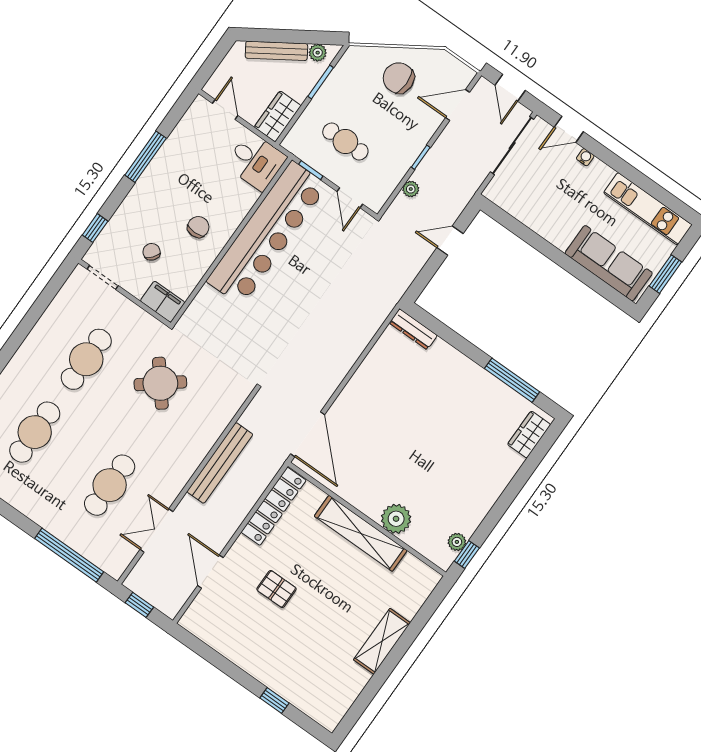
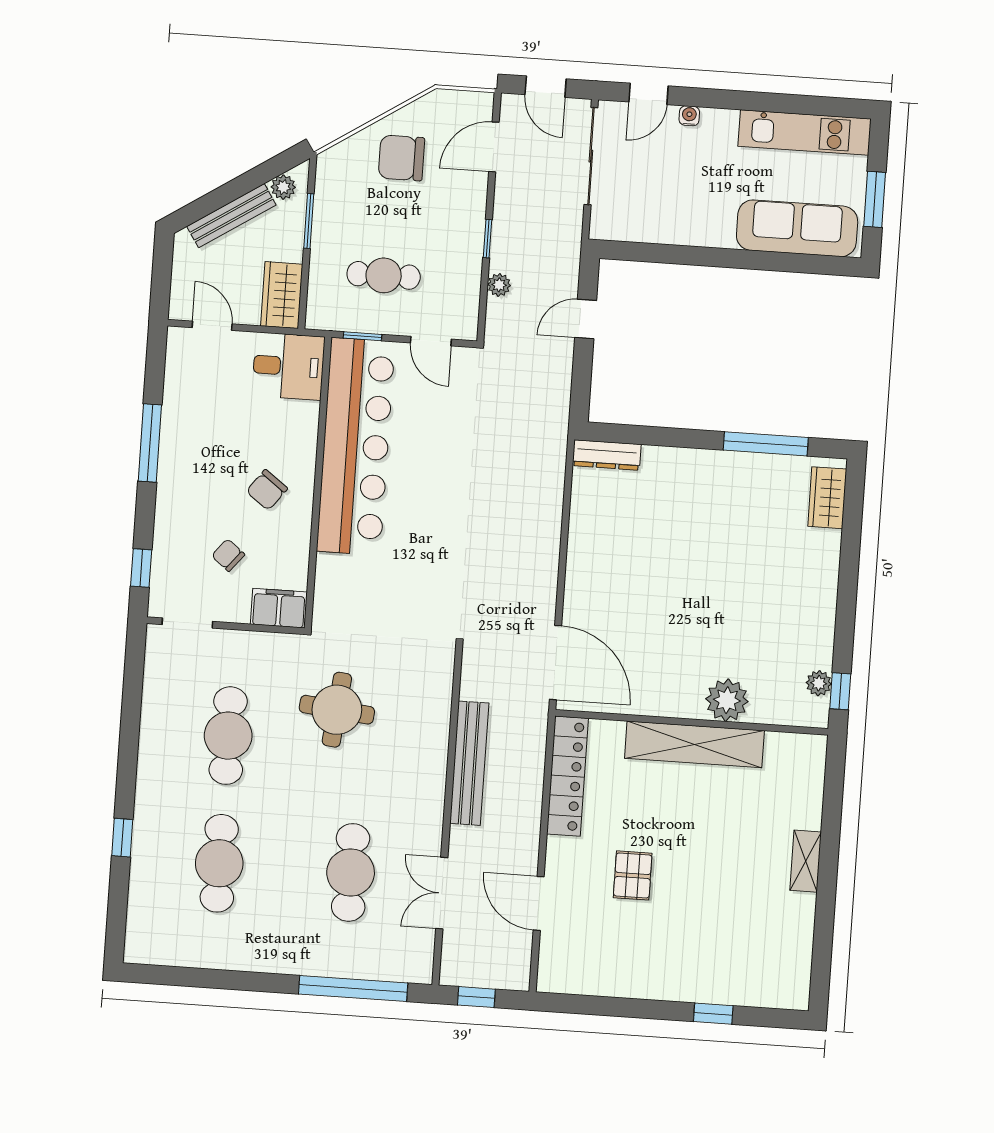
chair: (198, 227) -> (267, 490), turned -143
round table: (160, 383) -> (337, 710), turned 45
pallet: (277, 589) -> (633, 875), turned 90
shelving: (382, 641) -> (806, 861), width x0.67, depth x0.75

